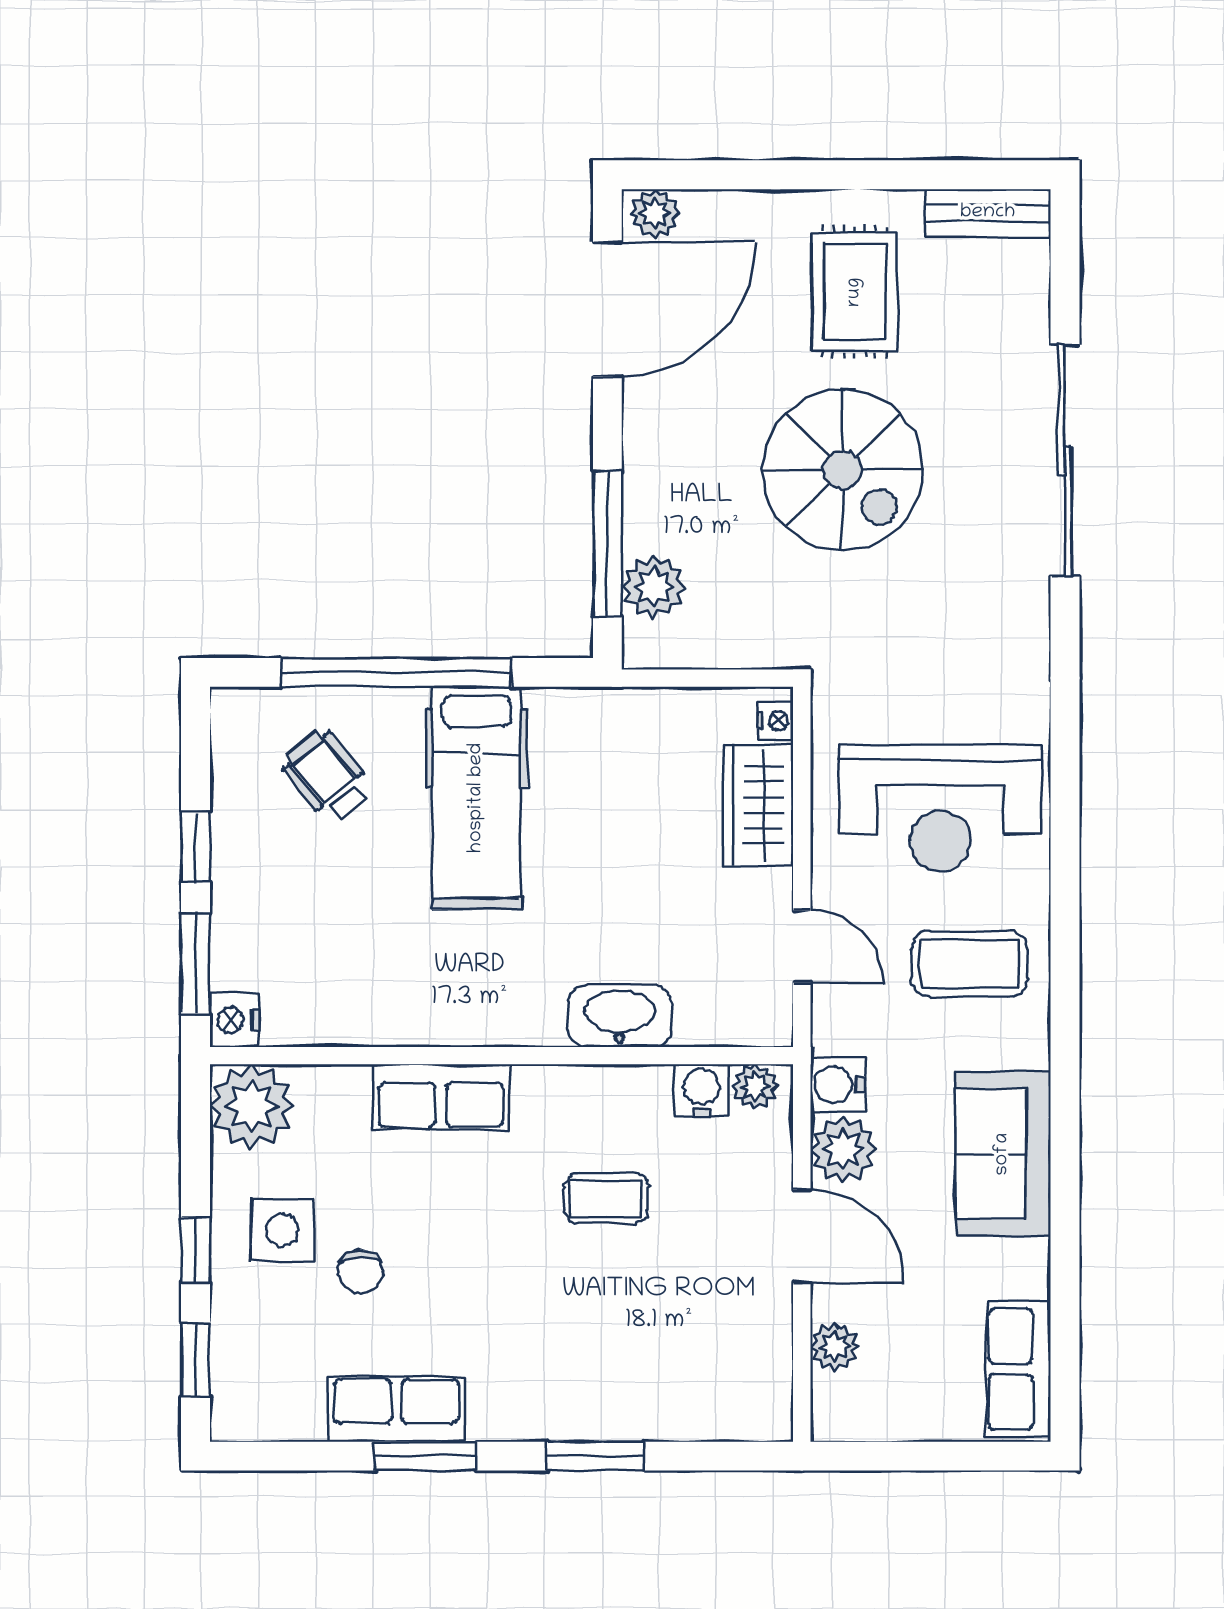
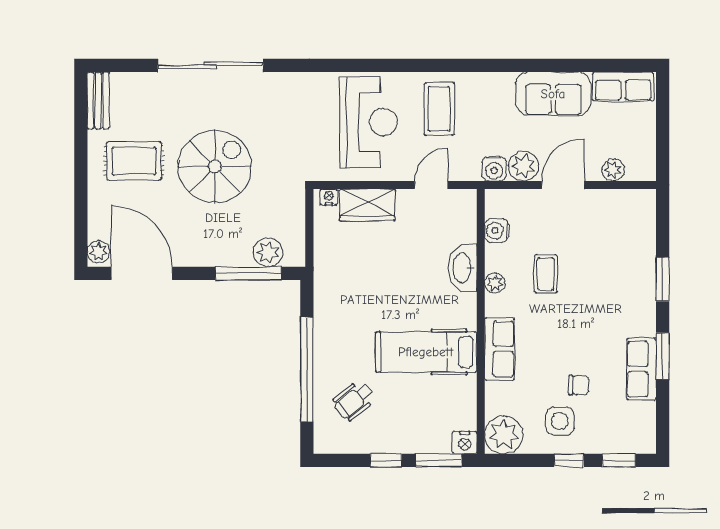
hospital bed: (477, 798) -> (426, 352), moved, turned 180
plant: (755, 1087) -> (495, 283), moved
sofa: (1003, 1154) -> (553, 94), moved

